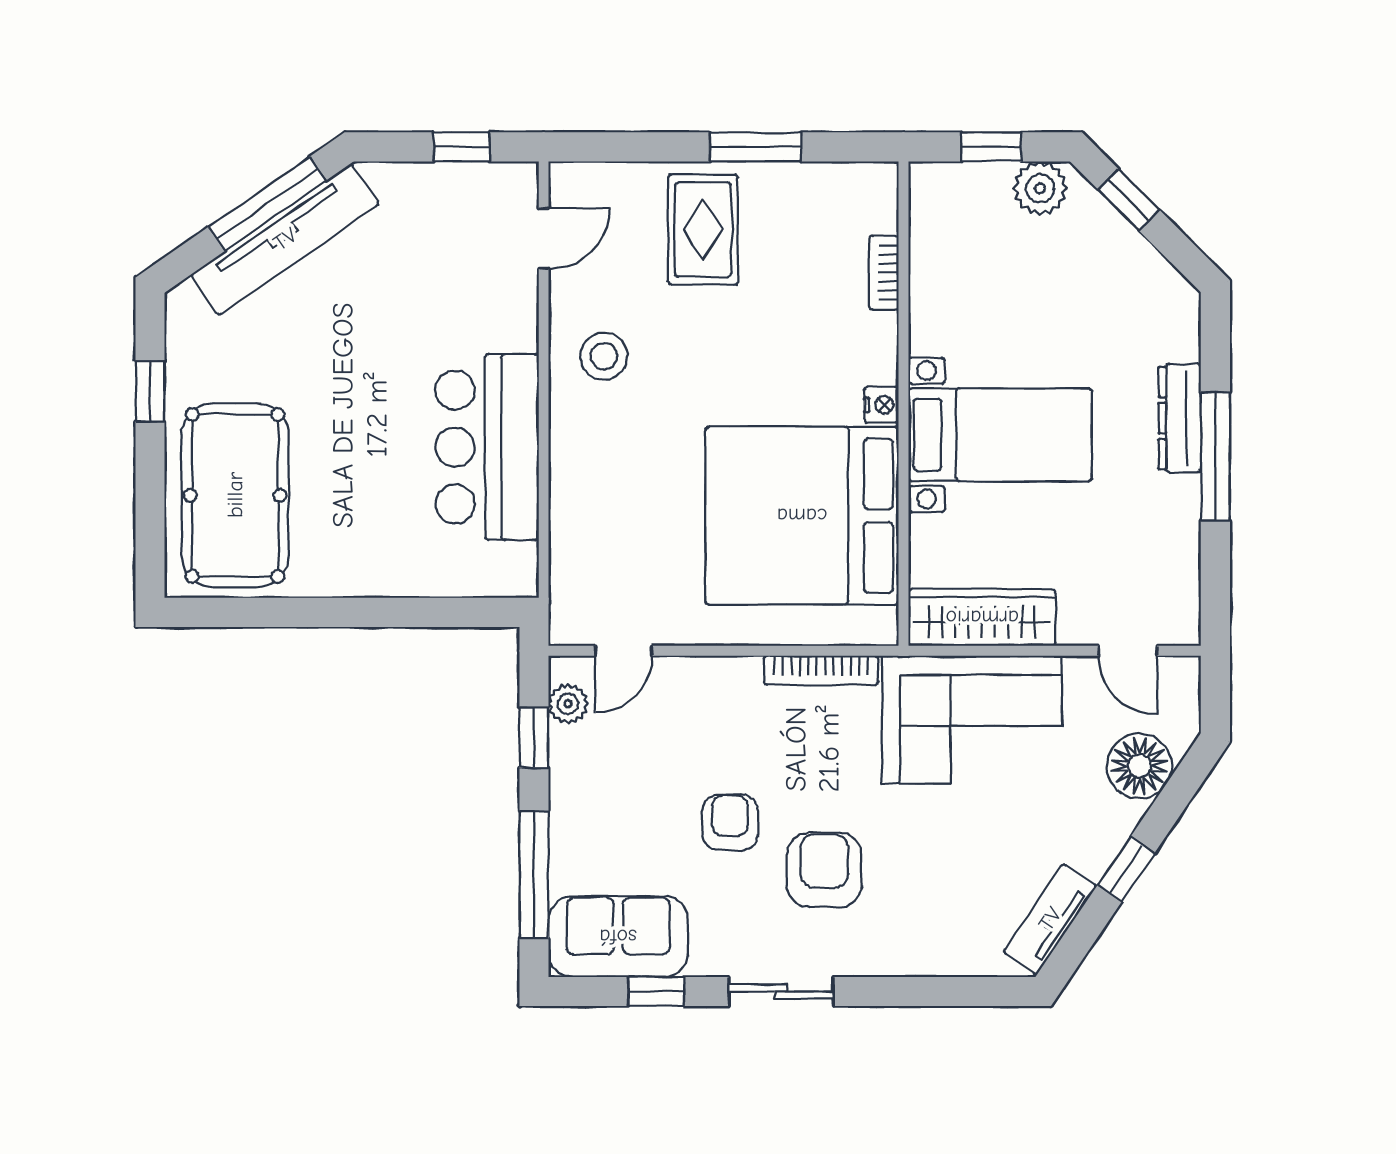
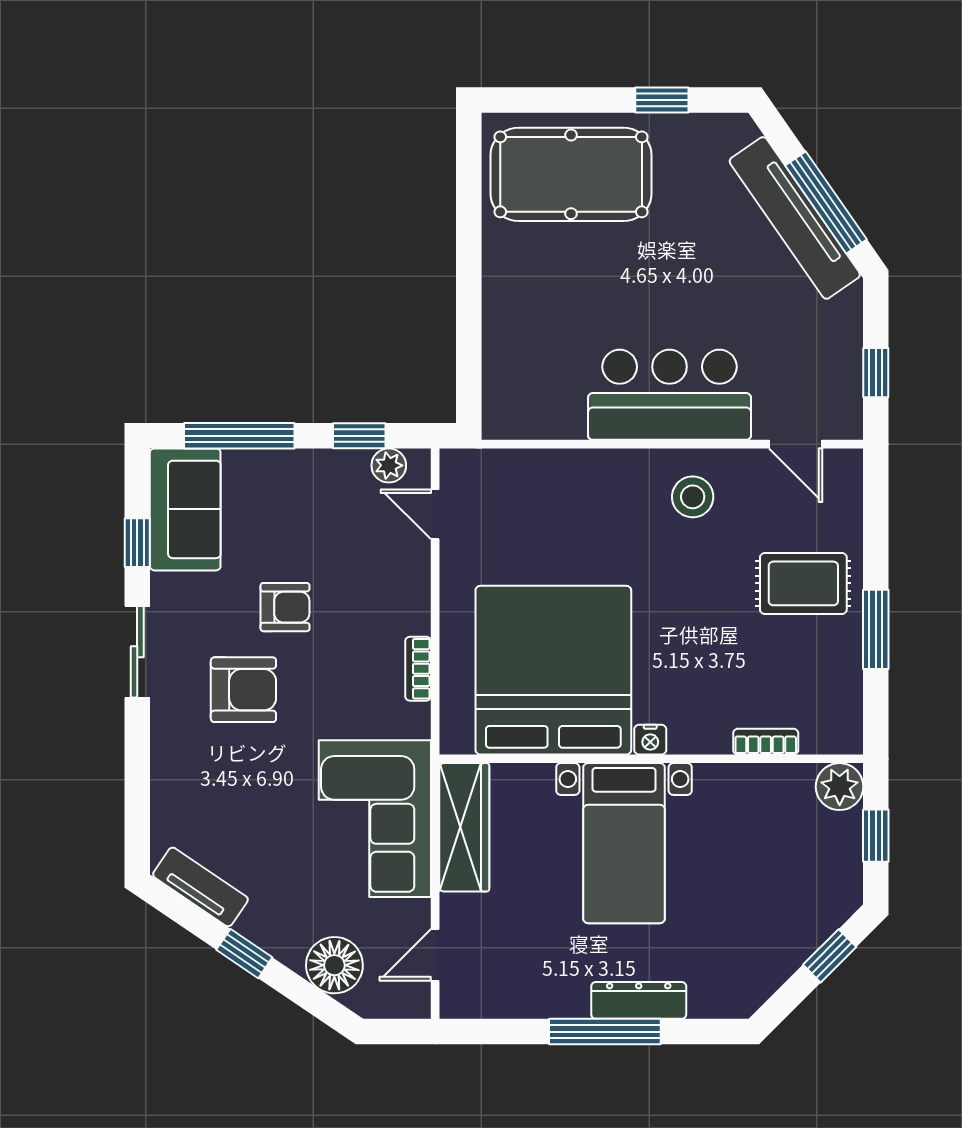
plant: (1040, 188) -> (840, 787), moved
bar counter: (487, 447) -> (670, 395), moved
bookcase: (821, 670) -> (418, 669), width x0.64

